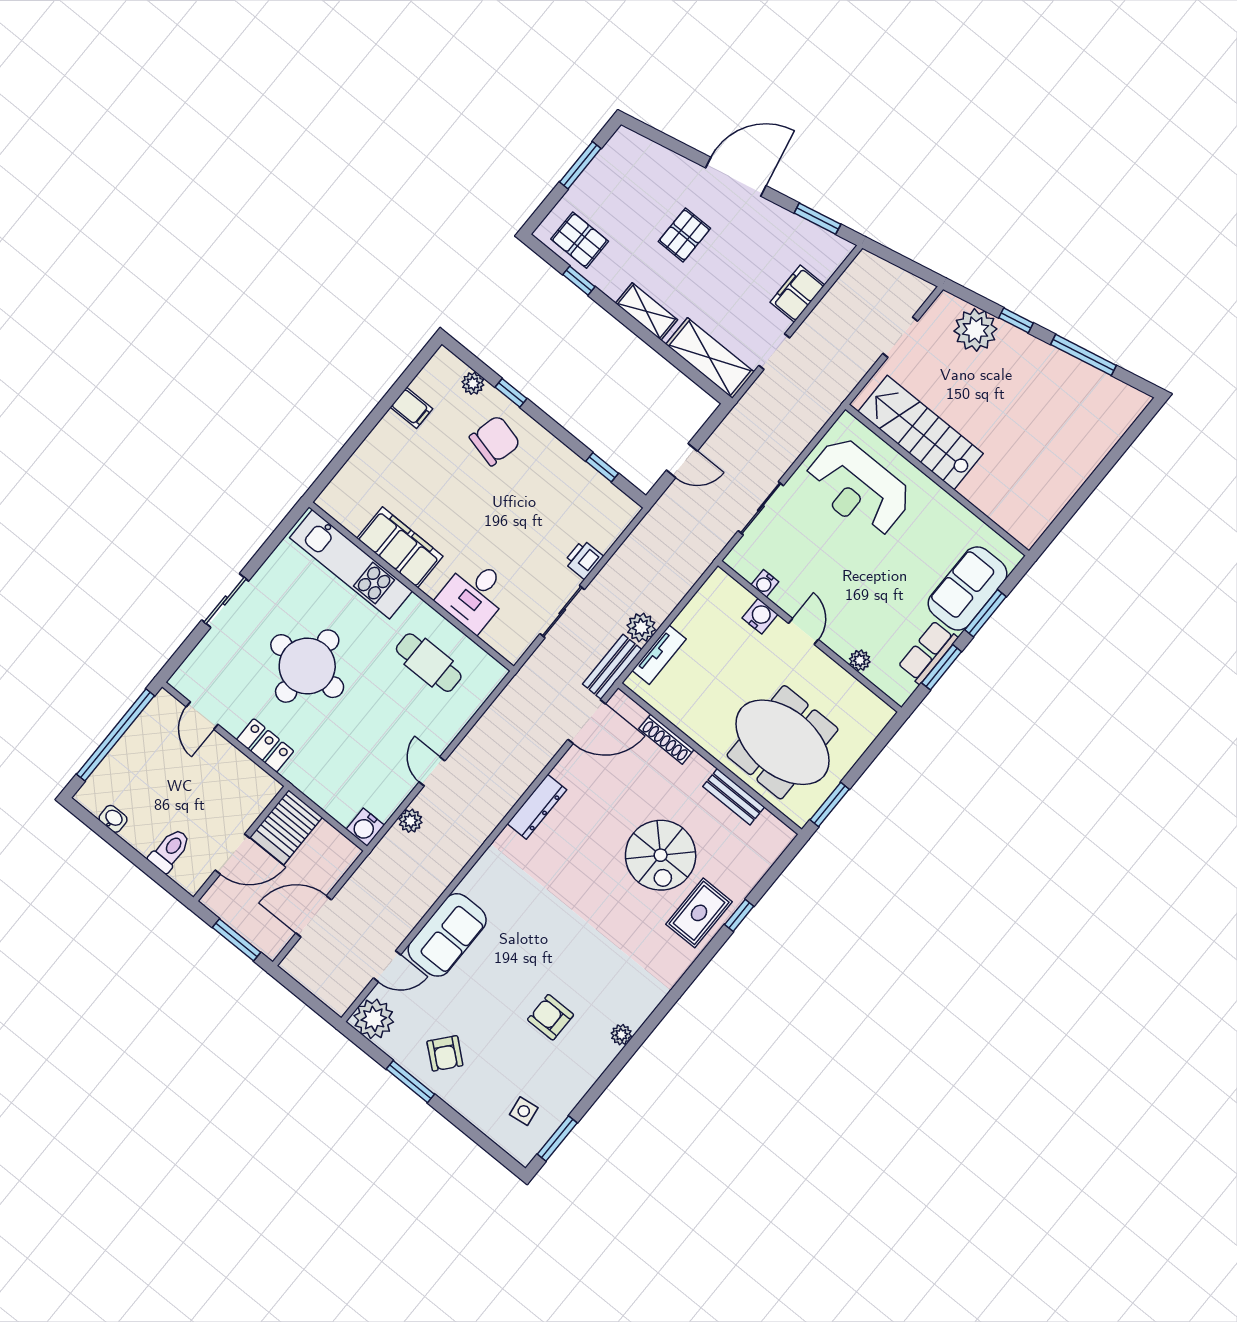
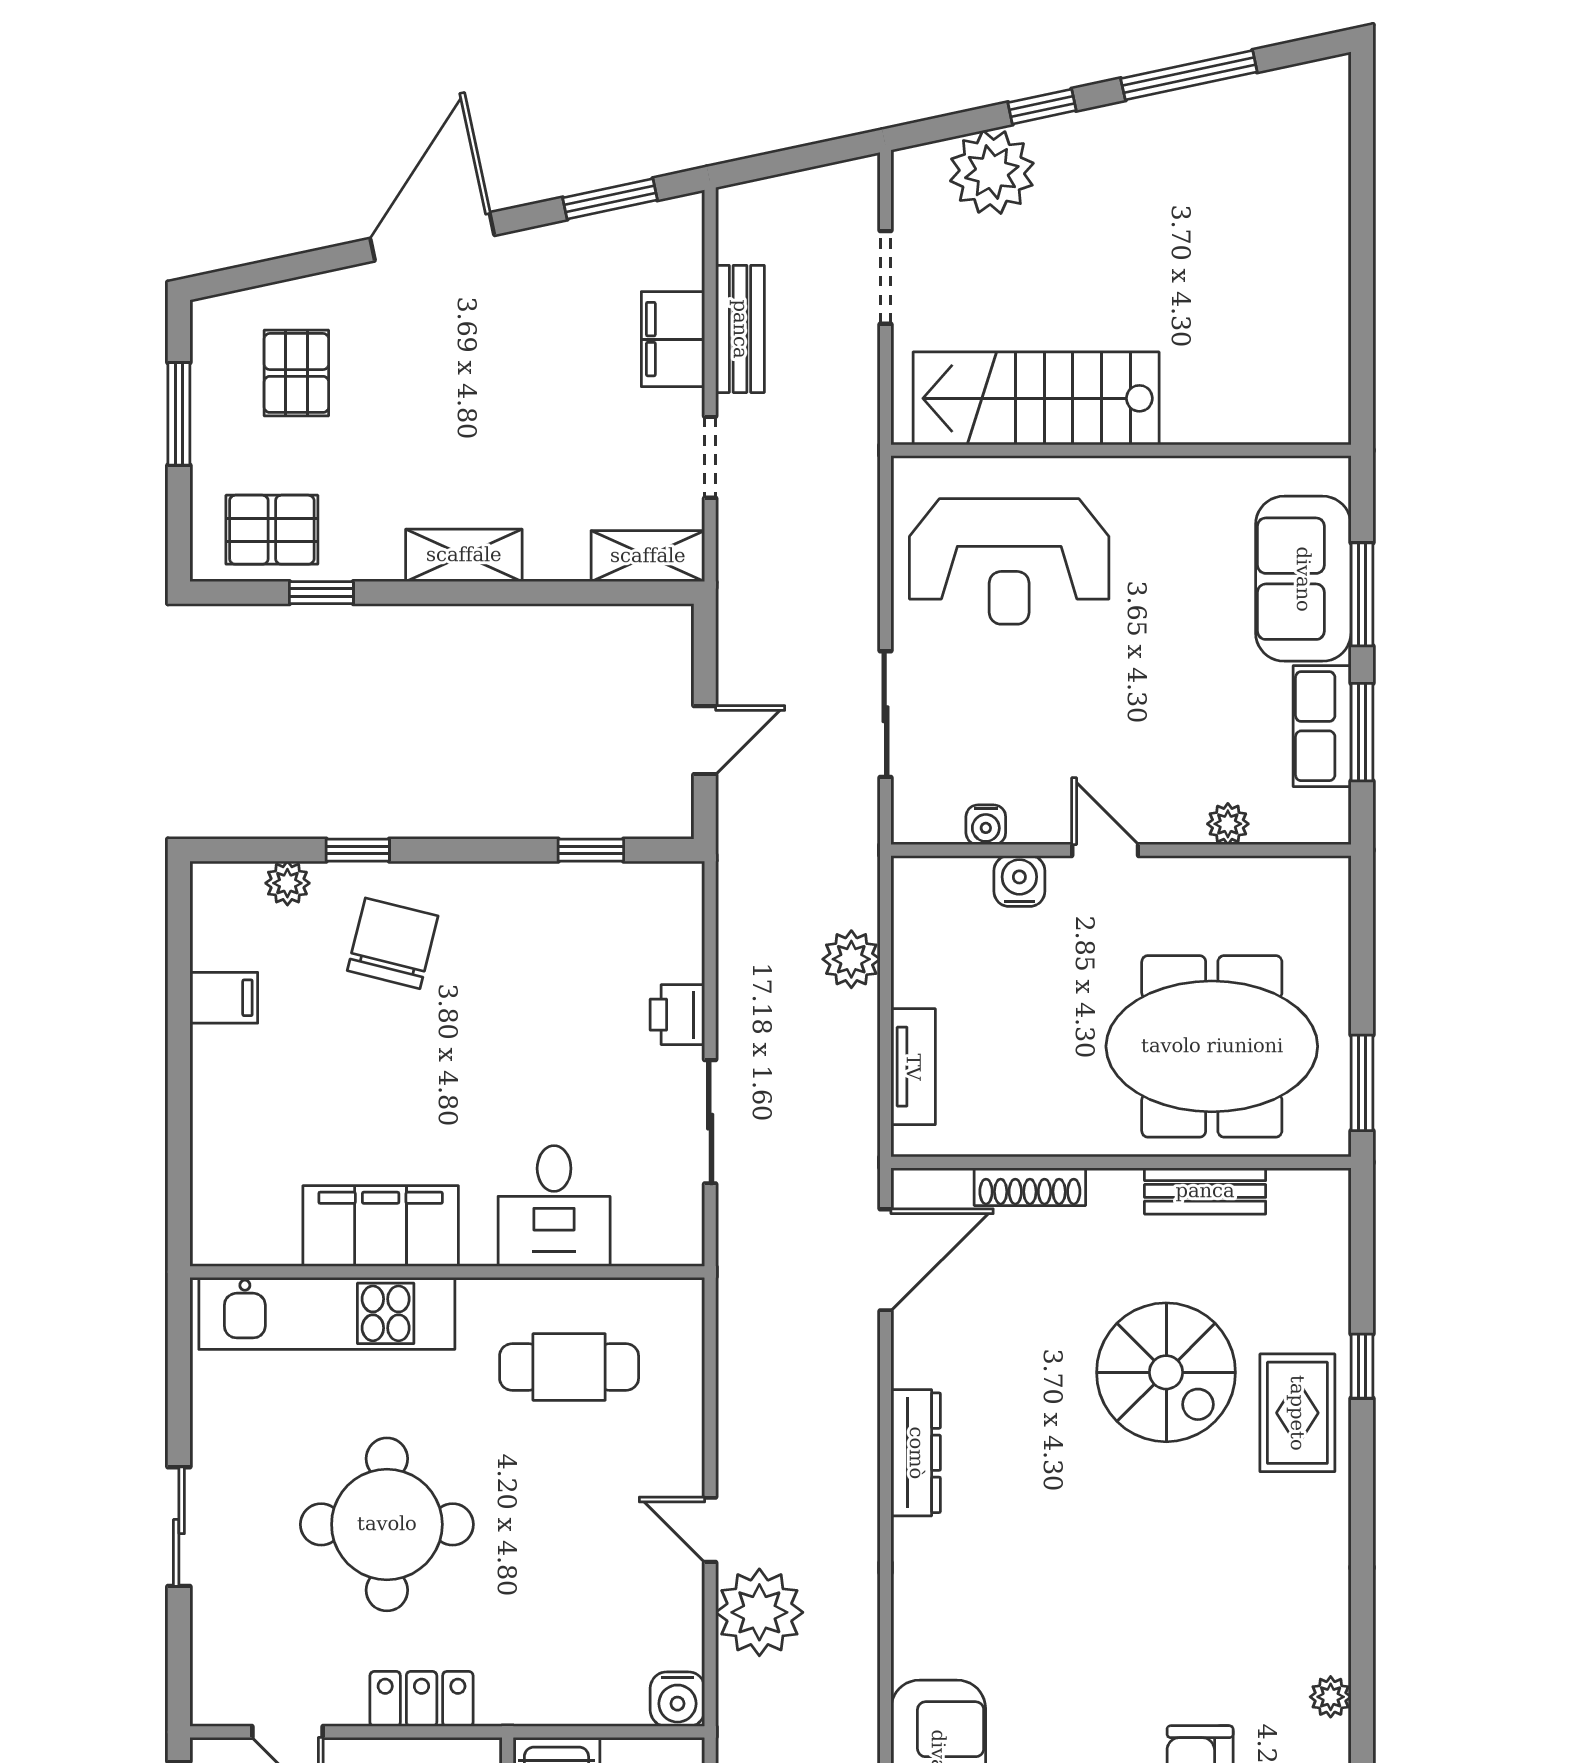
pallet: (684, 235) -> (296, 373), moved
shelving: (710, 358) -> (648, 556), width x0.67, depth x0.75
plant: (641, 627) -> (851, 959), moved
bench: (612, 667) -> (740, 329), moved
plant: (410, 821) -> (759, 1612), width x1.88, depth x1.88

